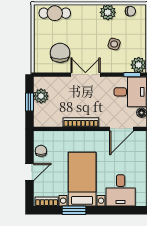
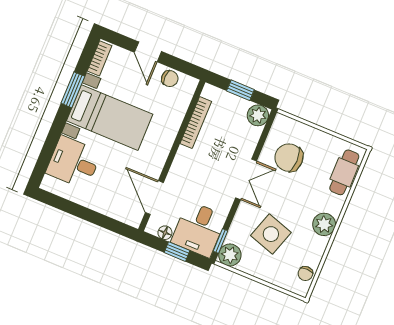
plant: (108, 12) -> (324, 224), moved
side table: (114, 44) -> (271, 234), width x1.87, depth x1.87
chair: (60, 53) -> (289, 158), turned 180
plant: (41, 96) -> (258, 115), moved
bookcase: (81, 122) -> (196, 122), moved

